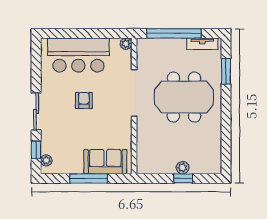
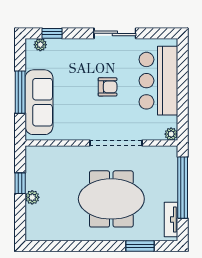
meeting table: (184, 97) -> (111, 199), turned 90
sliding door: (36, 111) -> (115, 33), moved
sofa: (105, 162) -> (39, 102), width x1.36
window: (183, 178) -> (20, 183), moved

